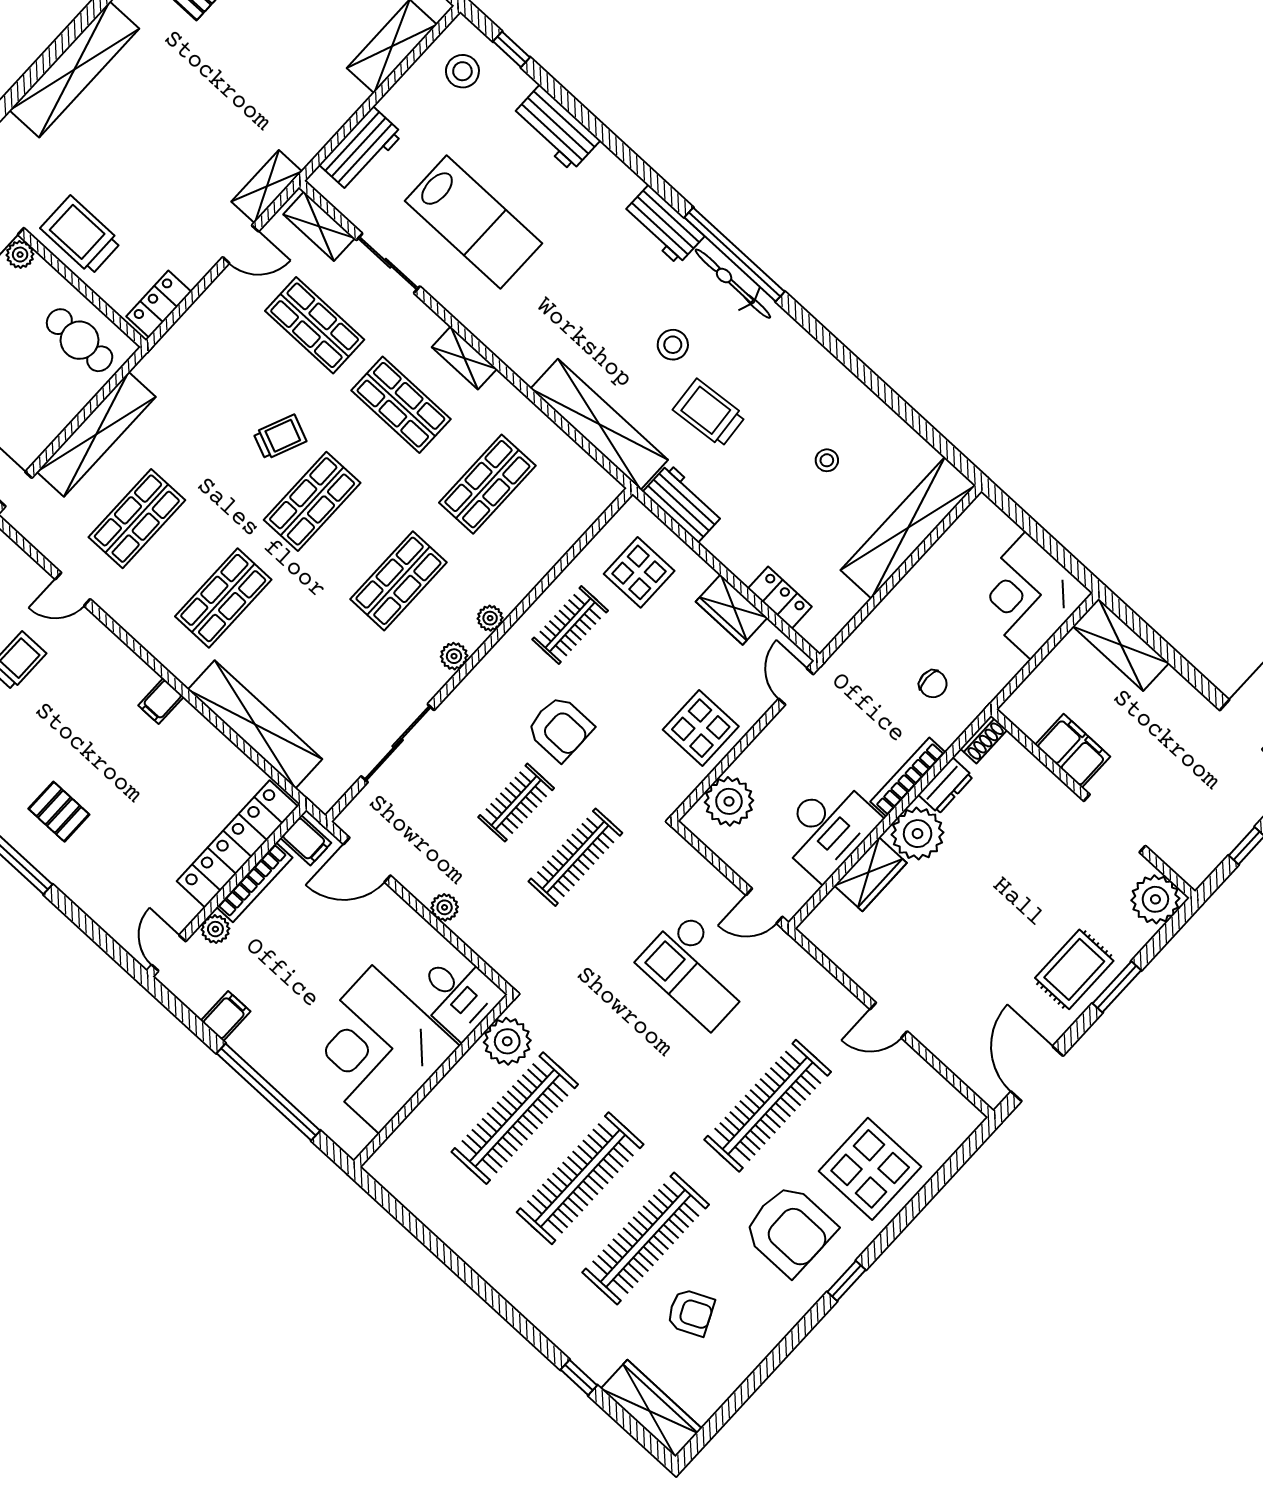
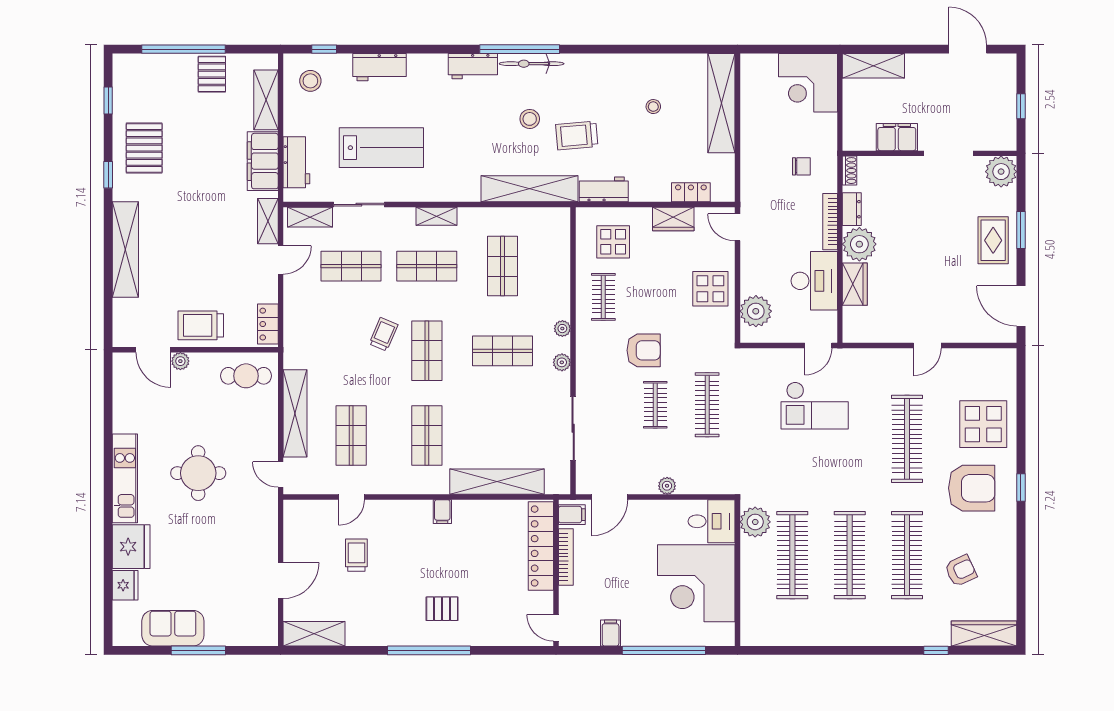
filing cabinet: (324, 113) -> (263, 161), added
shop shelf: (398, 581) -> (503, 351), turned 90
plant: (215, 929) -> (568, 596), removed

